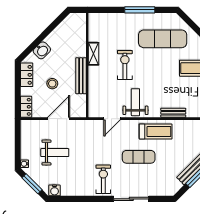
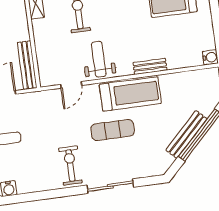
bench: (81, 76) -> (27, 65), moved
treadmill: (156, 131) -> (130, 94), width x1.37, depth x1.38

